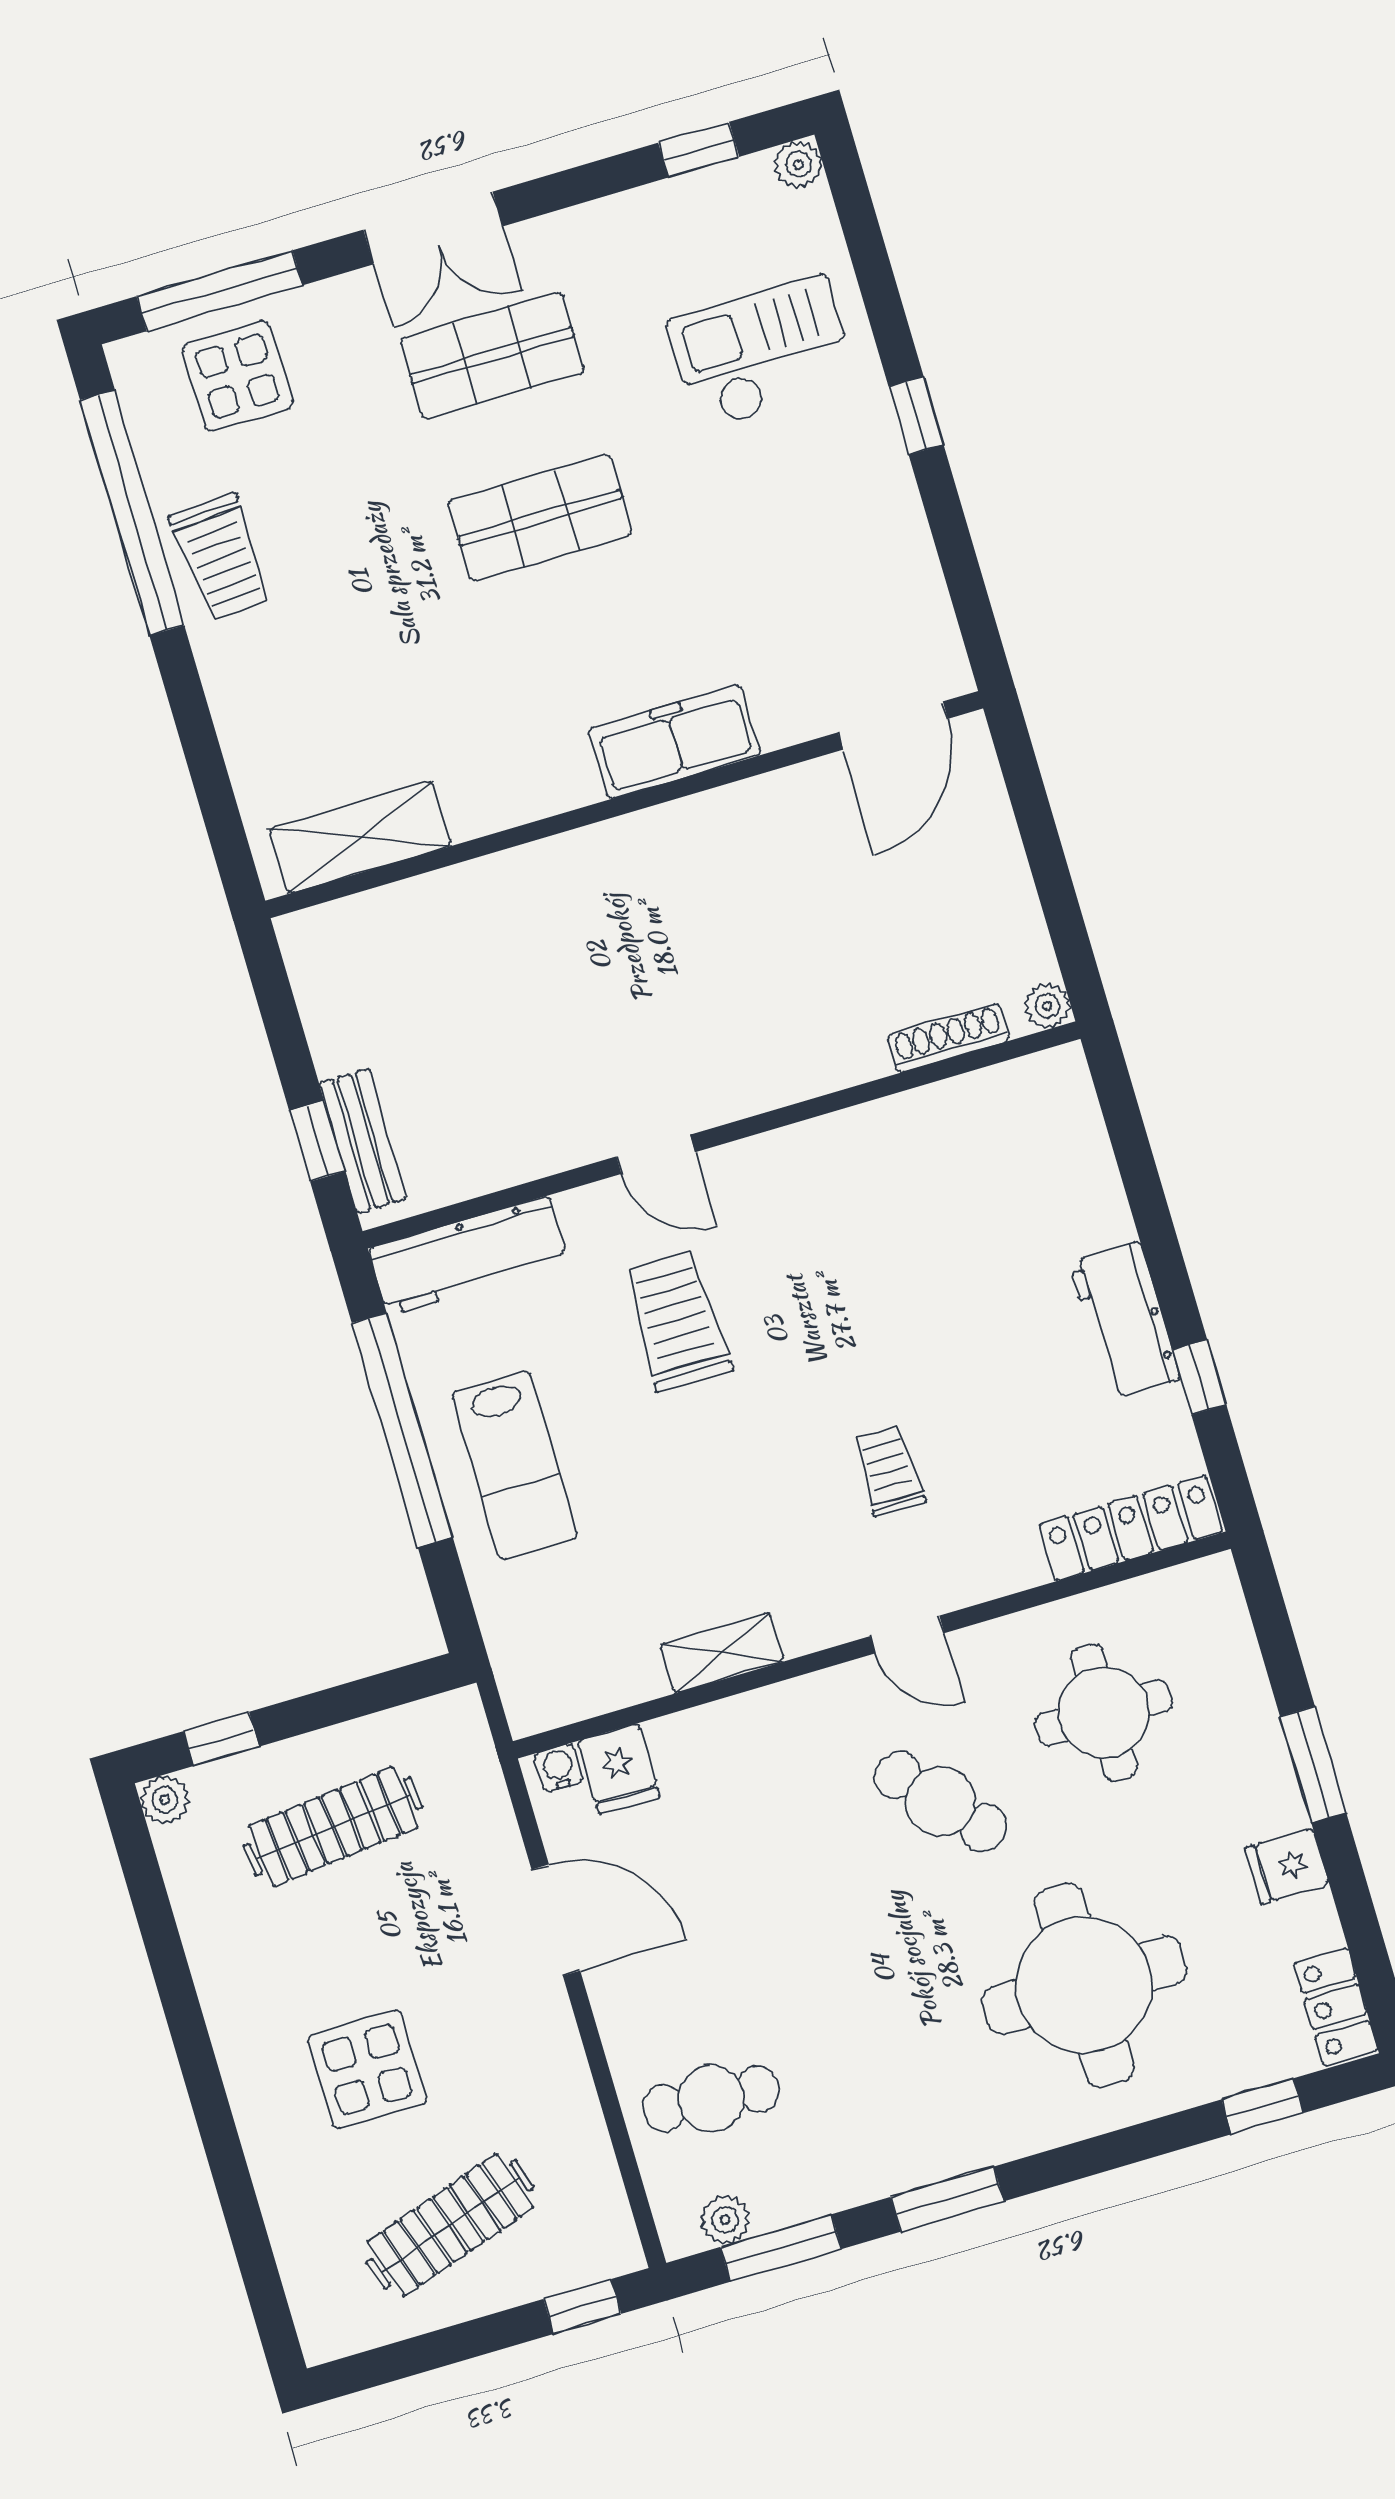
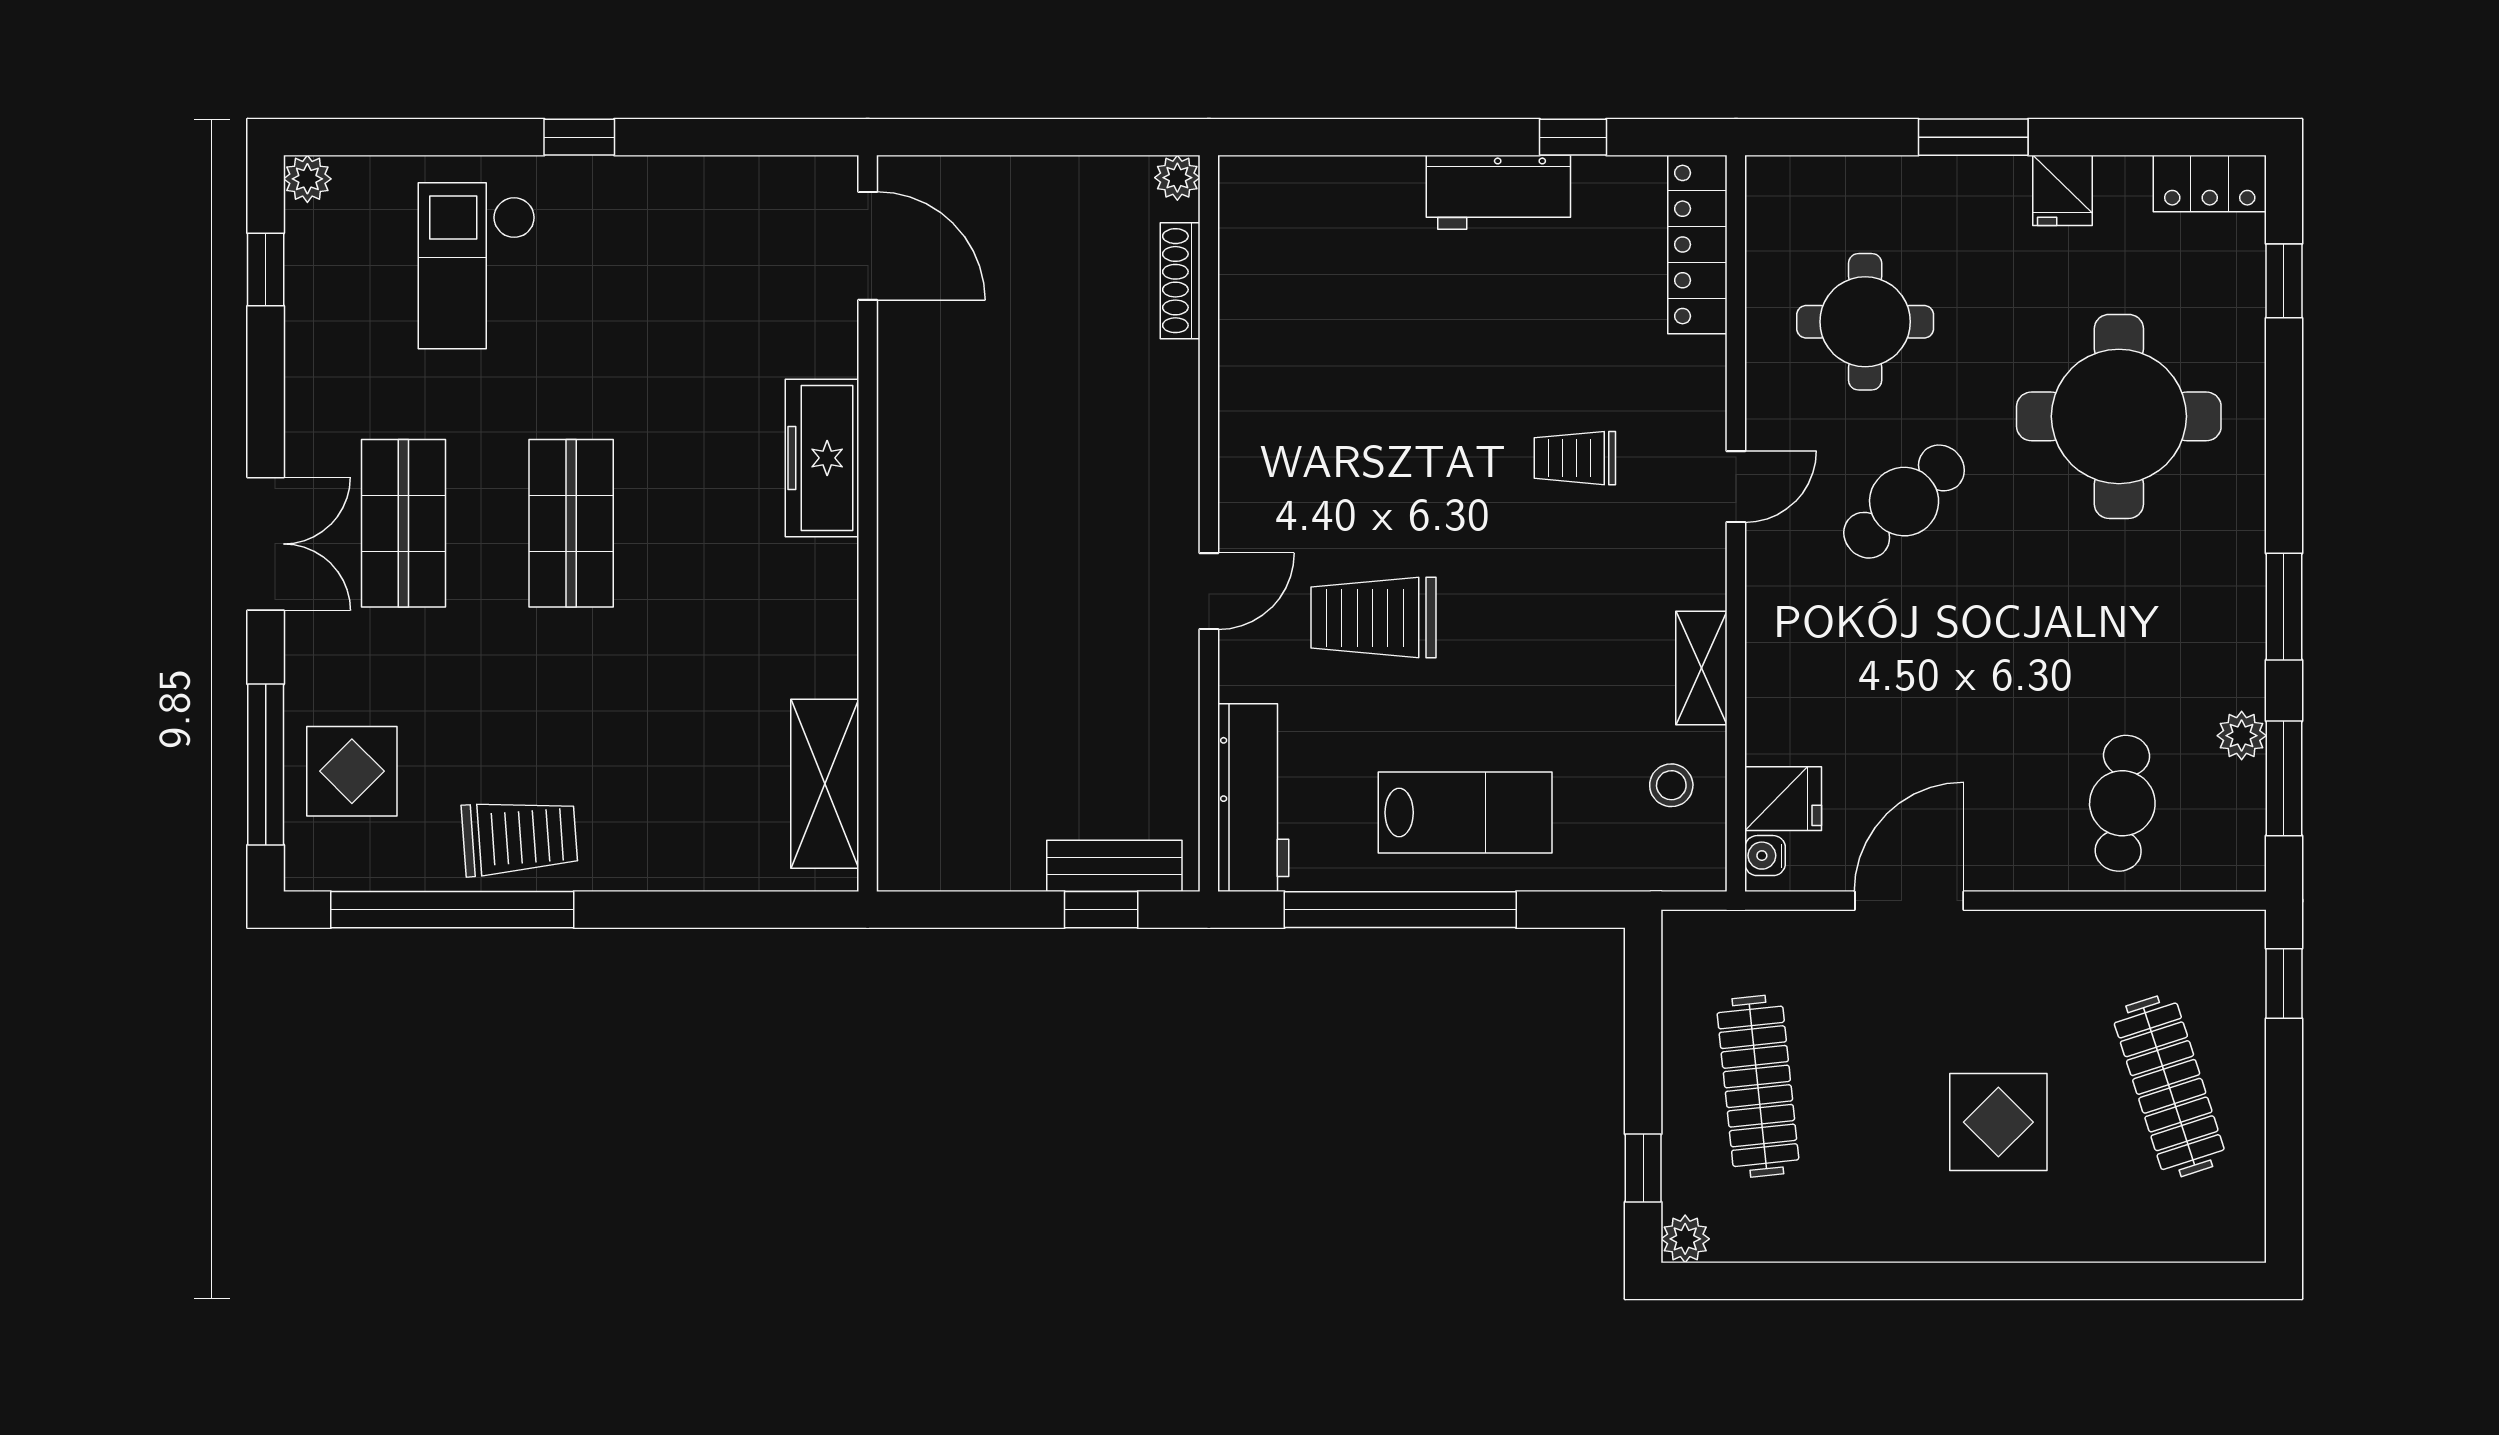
stool: (600, 1657) -> (1671, 785), added
plant: (725, 2220) -> (2242, 736), moved

